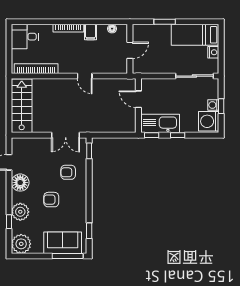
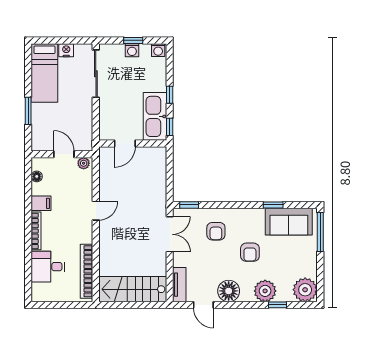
desk: (25, 37) -> (48, 267), moved, turned 90
plant: (123, 66) -> (84, 163), added
washing machine: (209, 121) -> (158, 50), width x0.53, depth x0.53
tv unit: (25, 143) -> (179, 285), added
window: (89, 231) -> (273, 205), moved
sofa: (63, 243) -> (289, 222), moved, turned -90

